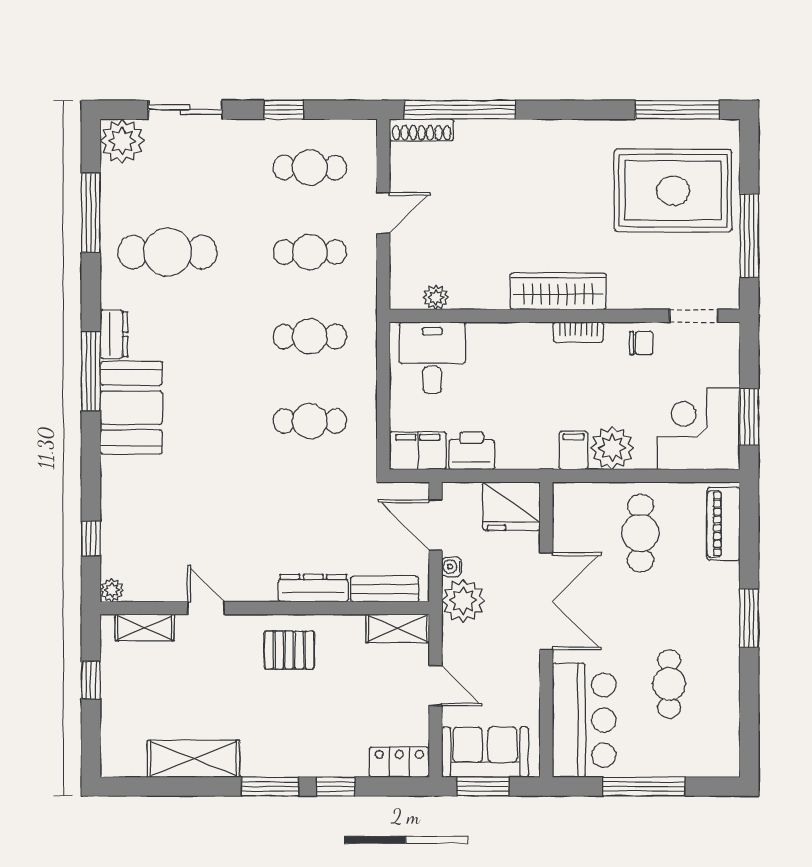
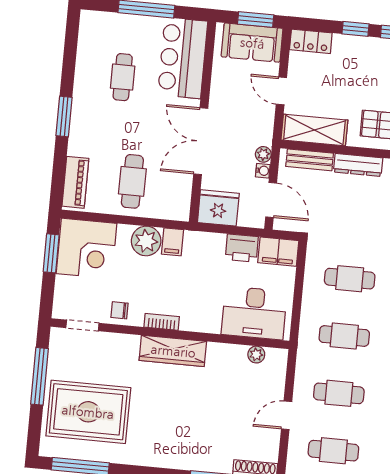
desk: (432, 358) -> (254, 313), width x1.37
plant: (463, 601) -> (263, 154), width x0.53, depth x0.53
shelving: (398, 628) -> (314, 130), width x1.50, depth x1.33

